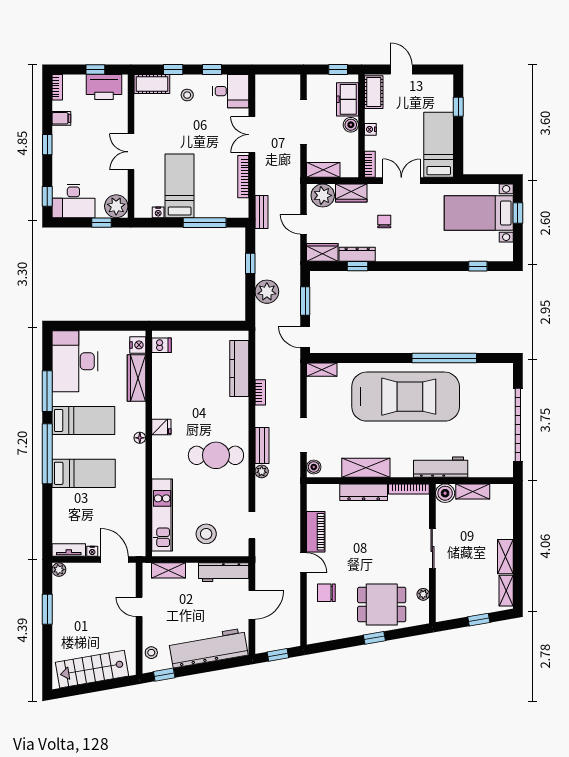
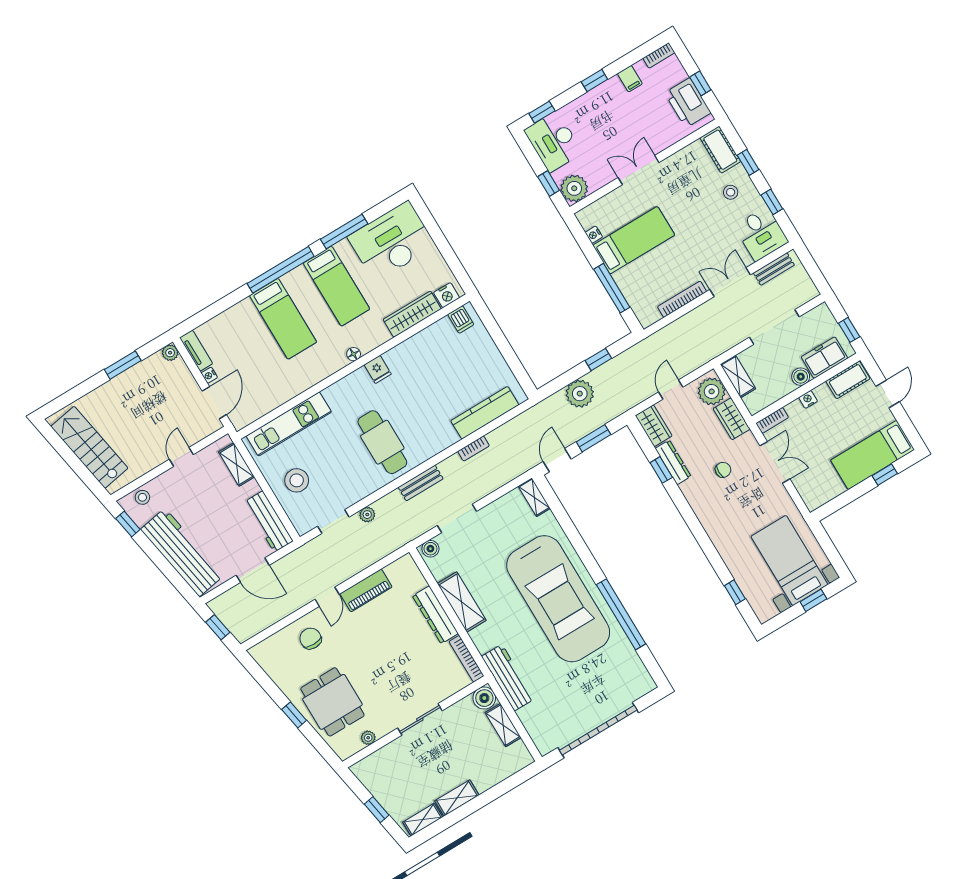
bed: (439, 145) -> (873, 455), moved, turned 180
bench: (261, 212) -> (774, 269), moved
plant: (262, 471) -> (367, 515), moved

